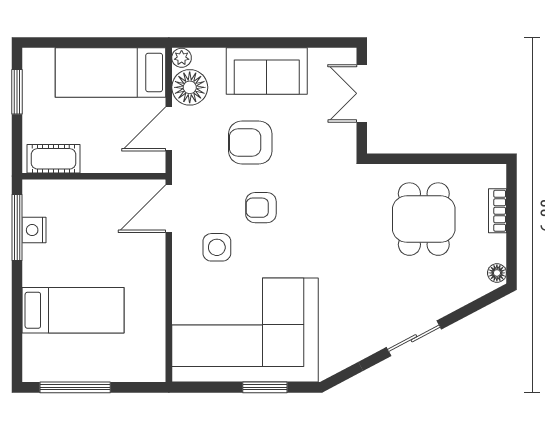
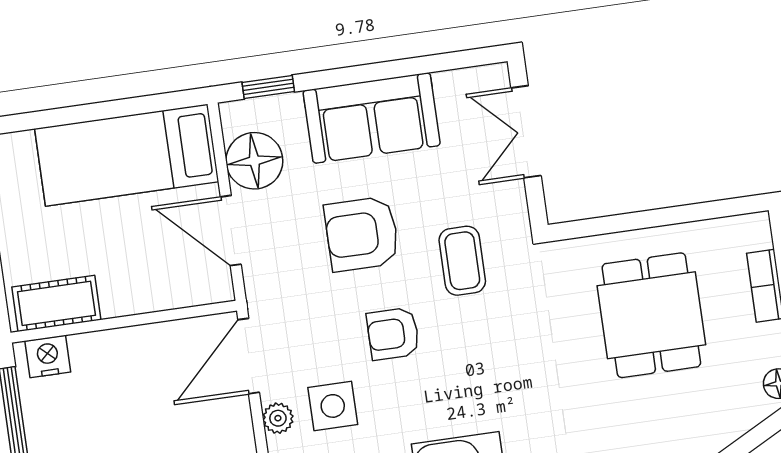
window: (205, 43) -> (268, 87), added
plant: (182, 58) -> (278, 418), moved
door: (169, 129) -> (231, 231), hinge flipped
coffee table: (311, 168) -> (462, 261), added
nightstand: (34, 230) -> (48, 356), moved, turned 90

